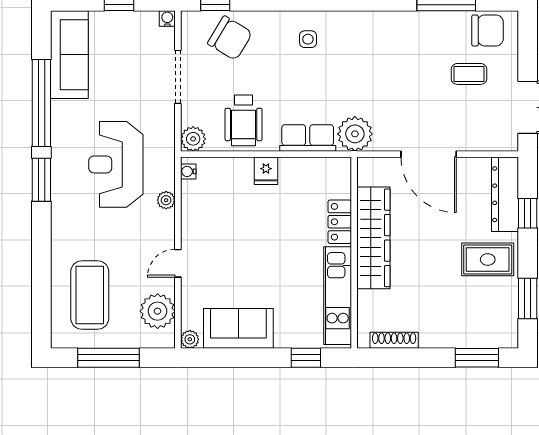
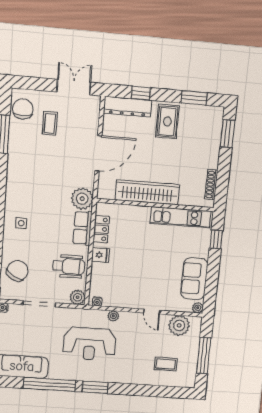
locker: (340, 222) -> (101, 229), moved, turned -90
coffee table: (90, 295) -> (166, 364), width x0.54, depth x0.58

